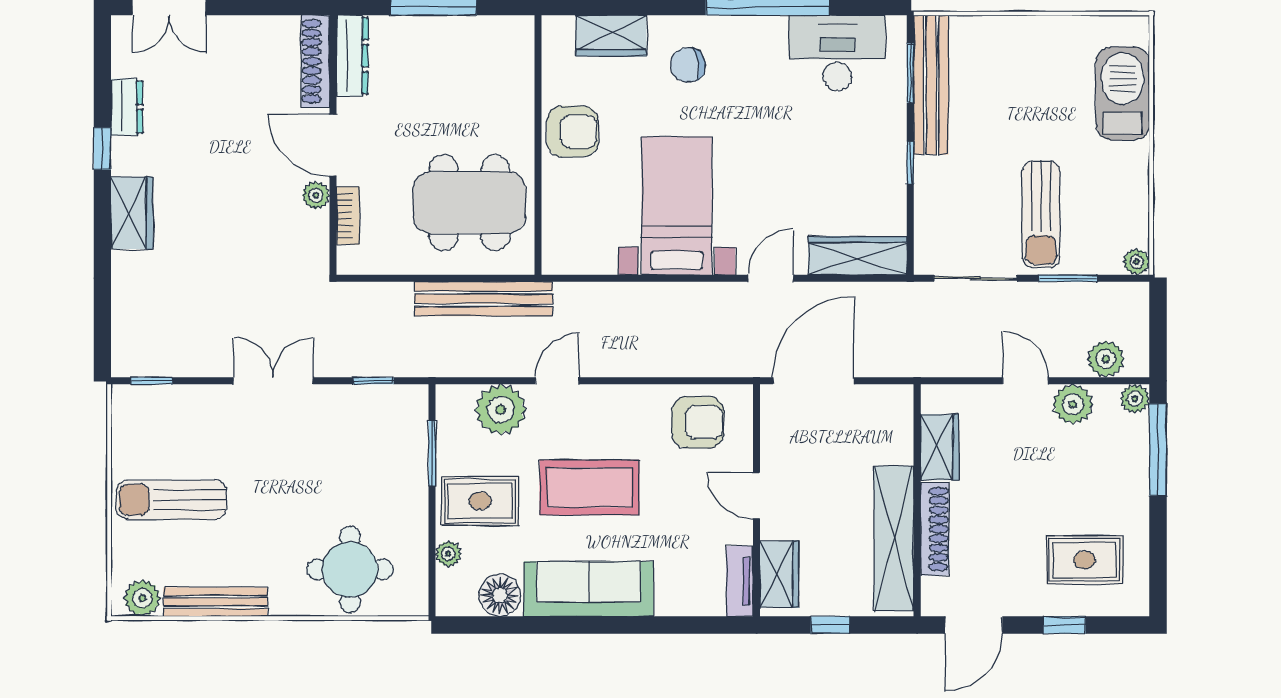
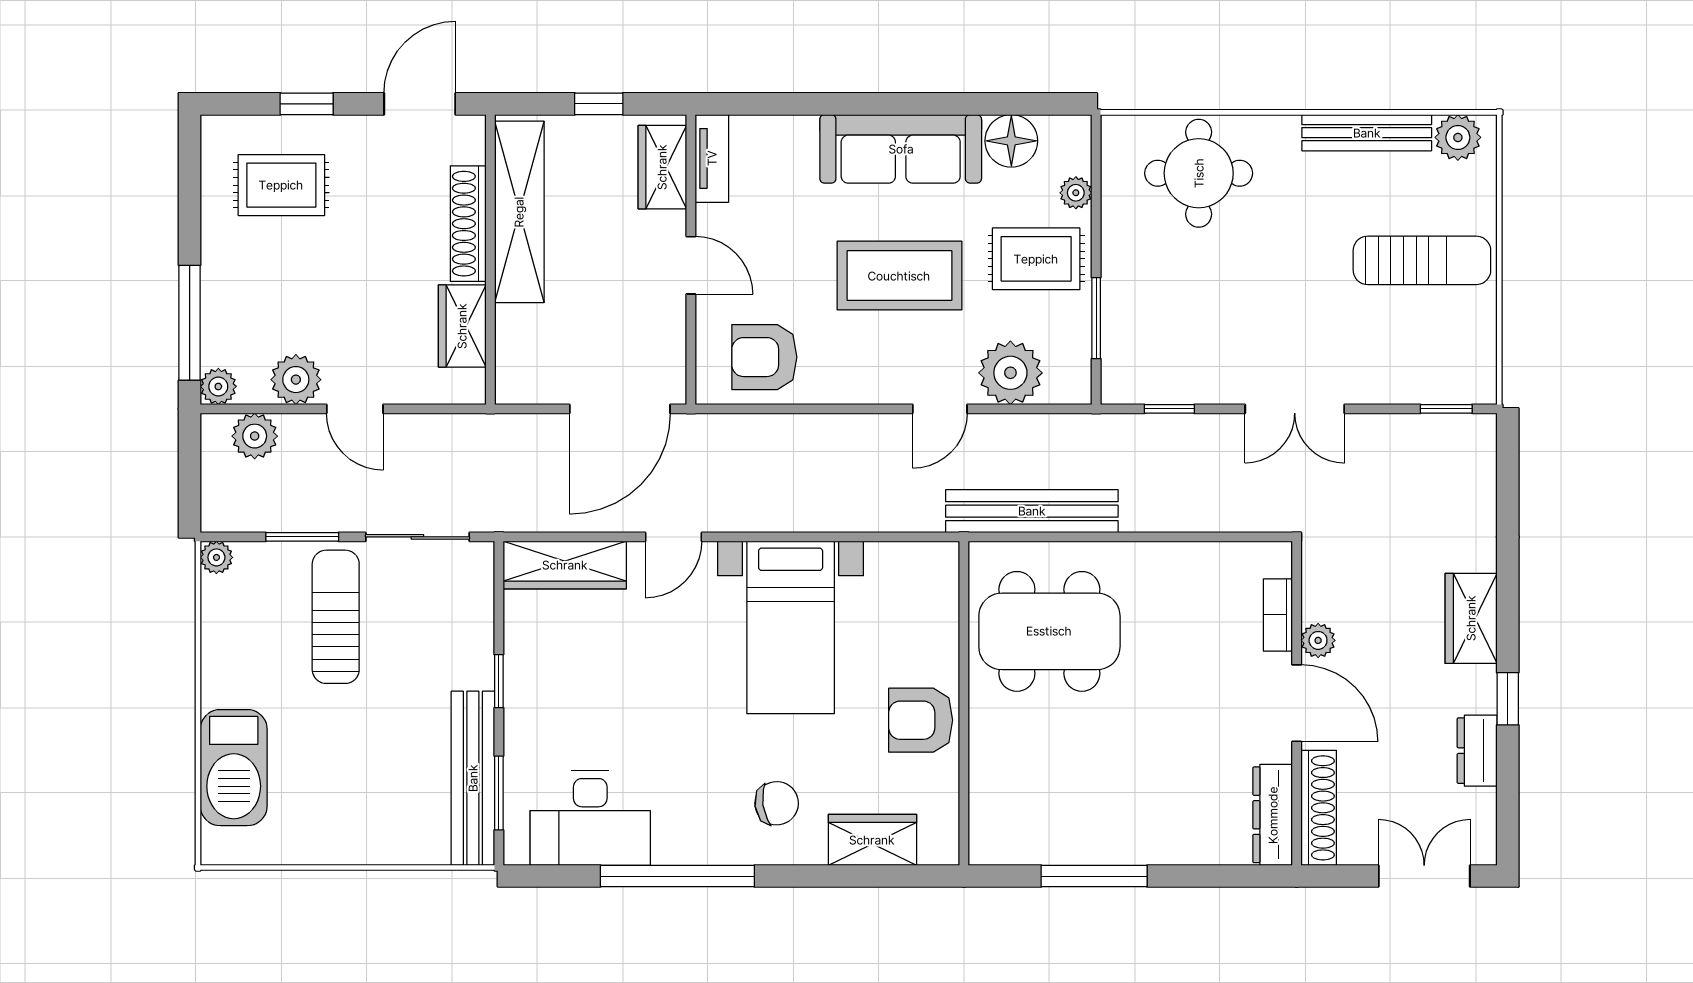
dresser: (352, 56) -> (1273, 815), moved
shoe rack: (315, 61) -> (1319, 808), moved
door: (333, 145) -> (1297, 703), moved
wall: (333, 145) -> (1297, 703), moved
plant: (316, 195) -> (1318, 640), moved
bookcase: (348, 216) -> (1278, 615), moved

